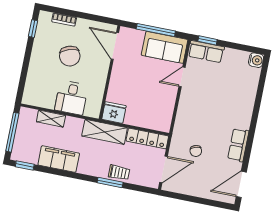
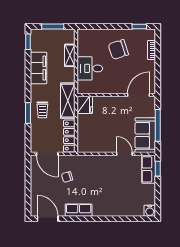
chair: (70, 56) -> (118, 49), moved
window: (12, 132) -> (53, 27), width x0.69
trolley: (119, 173) -> (42, 110), moved

